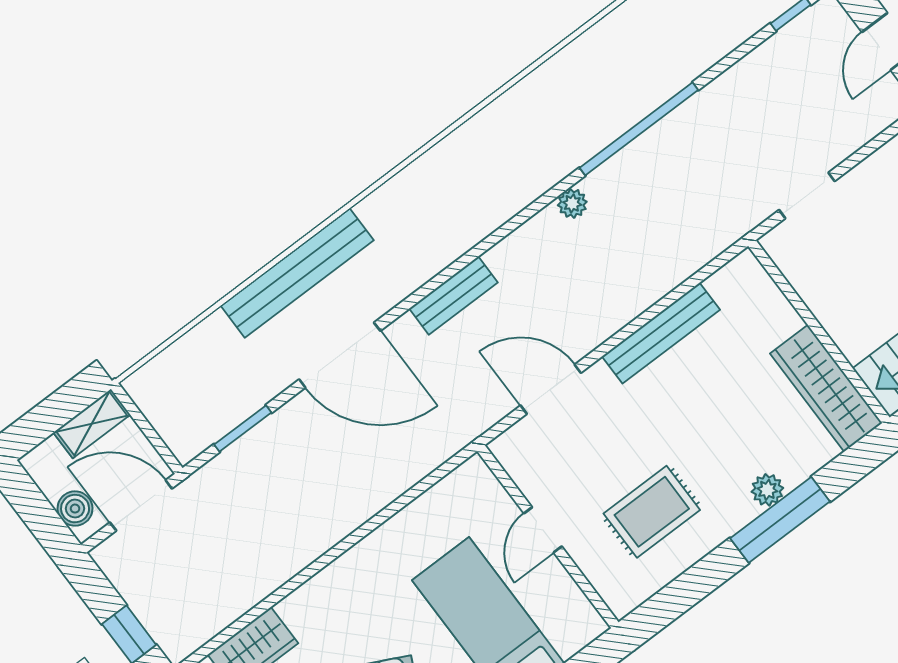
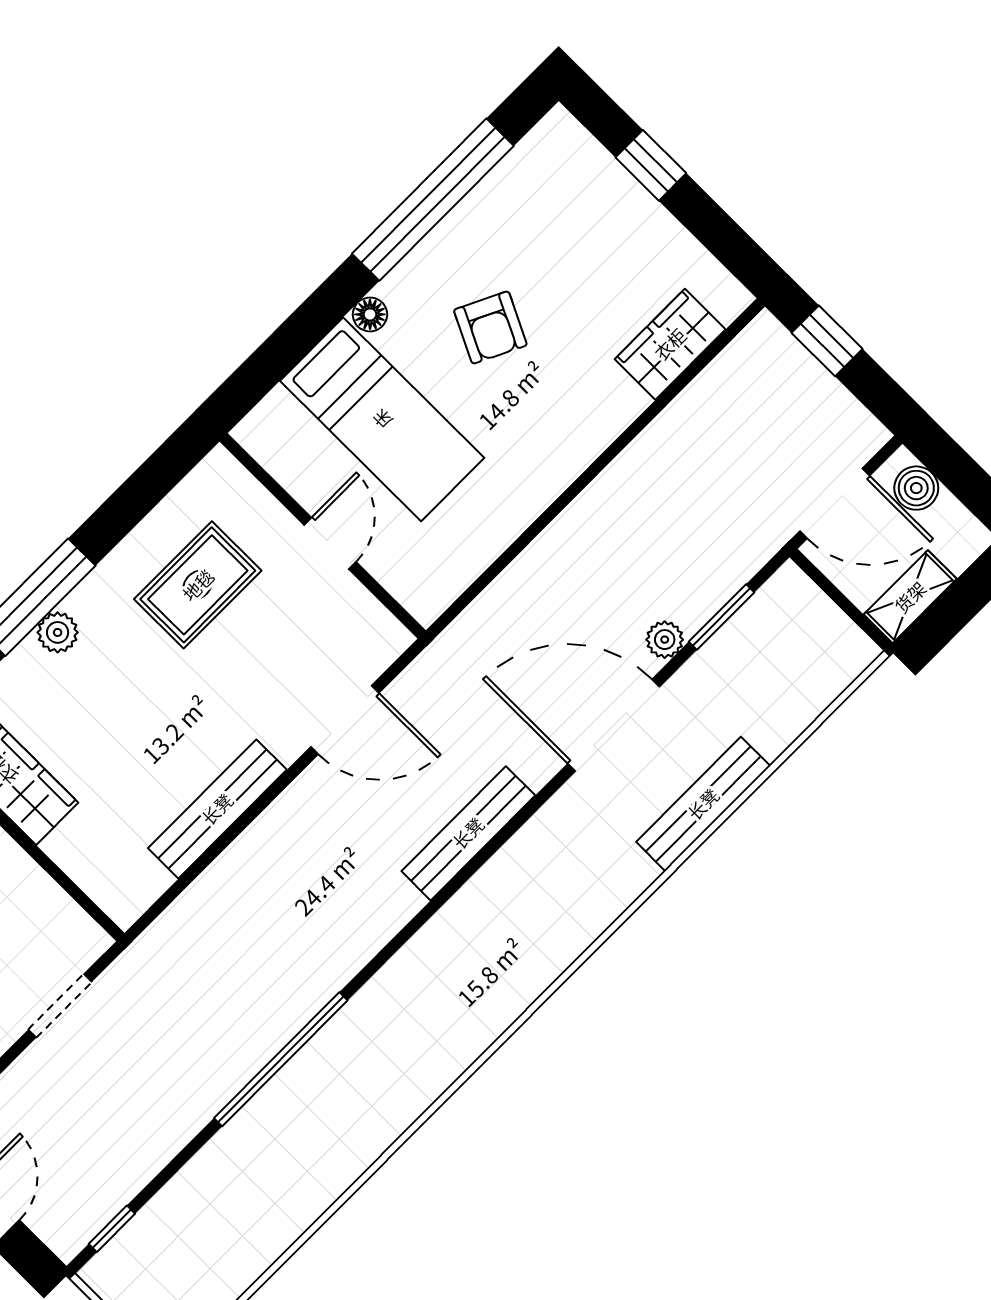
plant: (572, 203) -> (665, 640), moved
bench: (297, 273) -> (703, 804), width x0.73, depth x0.82
bench: (454, 296) -> (468, 833), width x1.36

